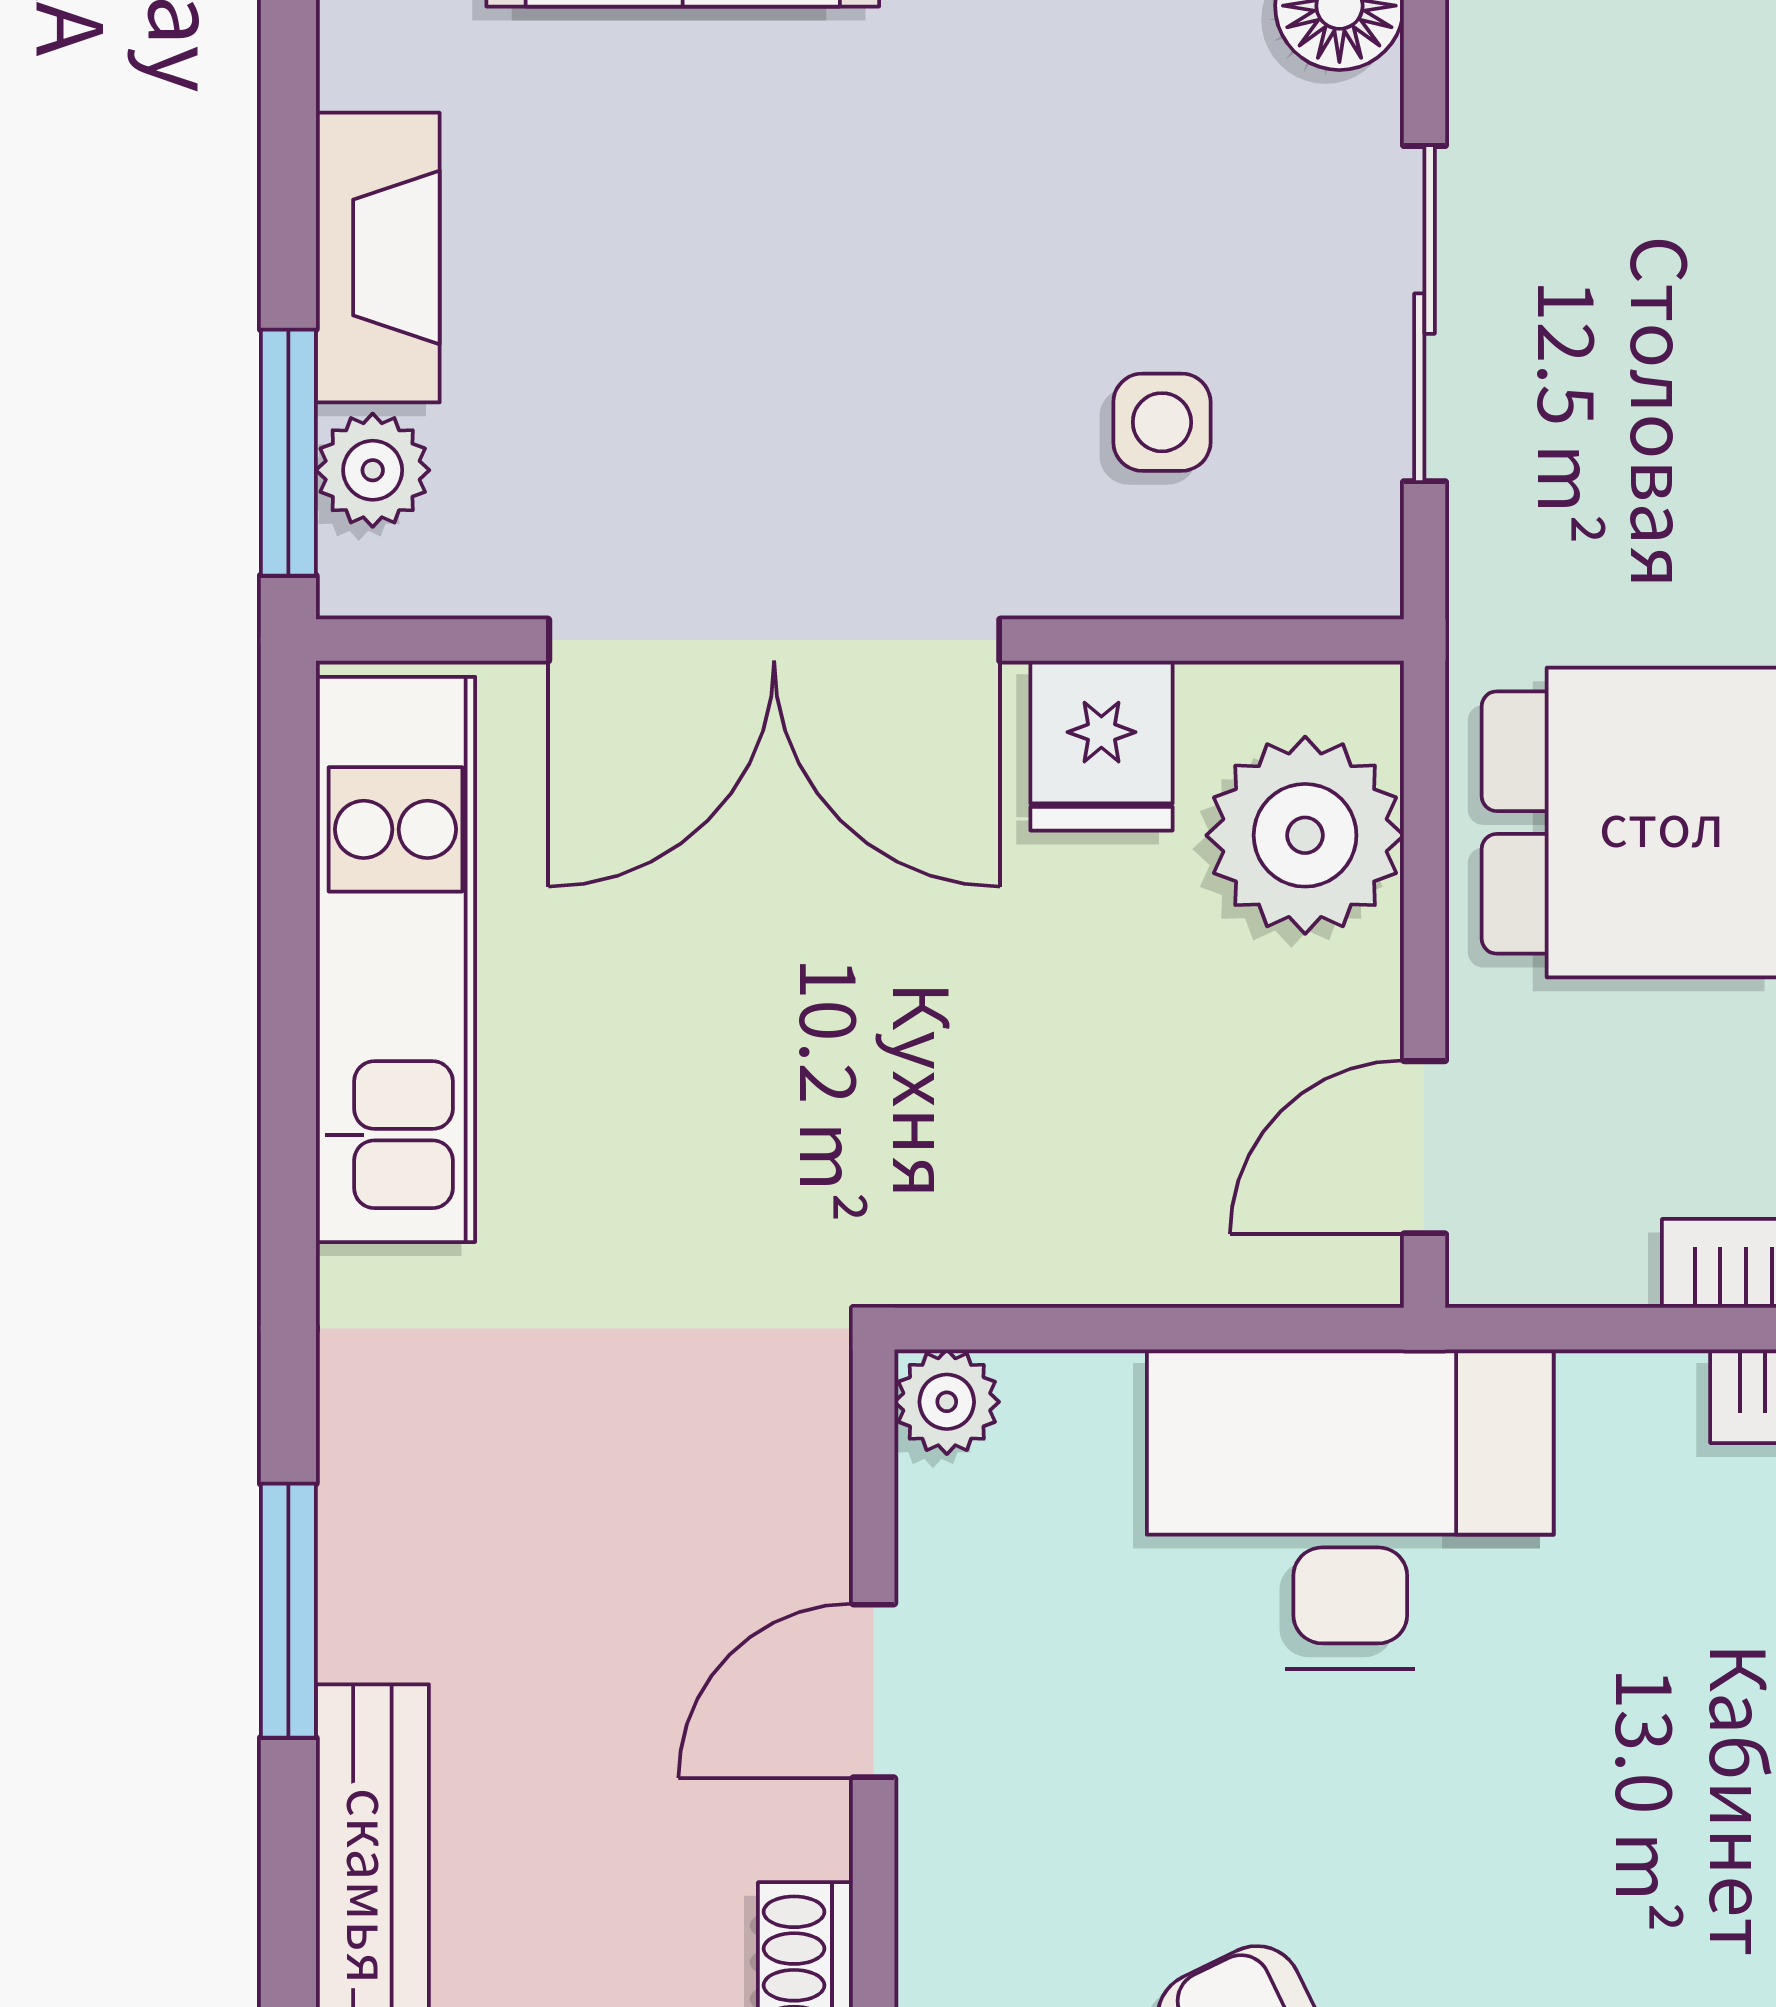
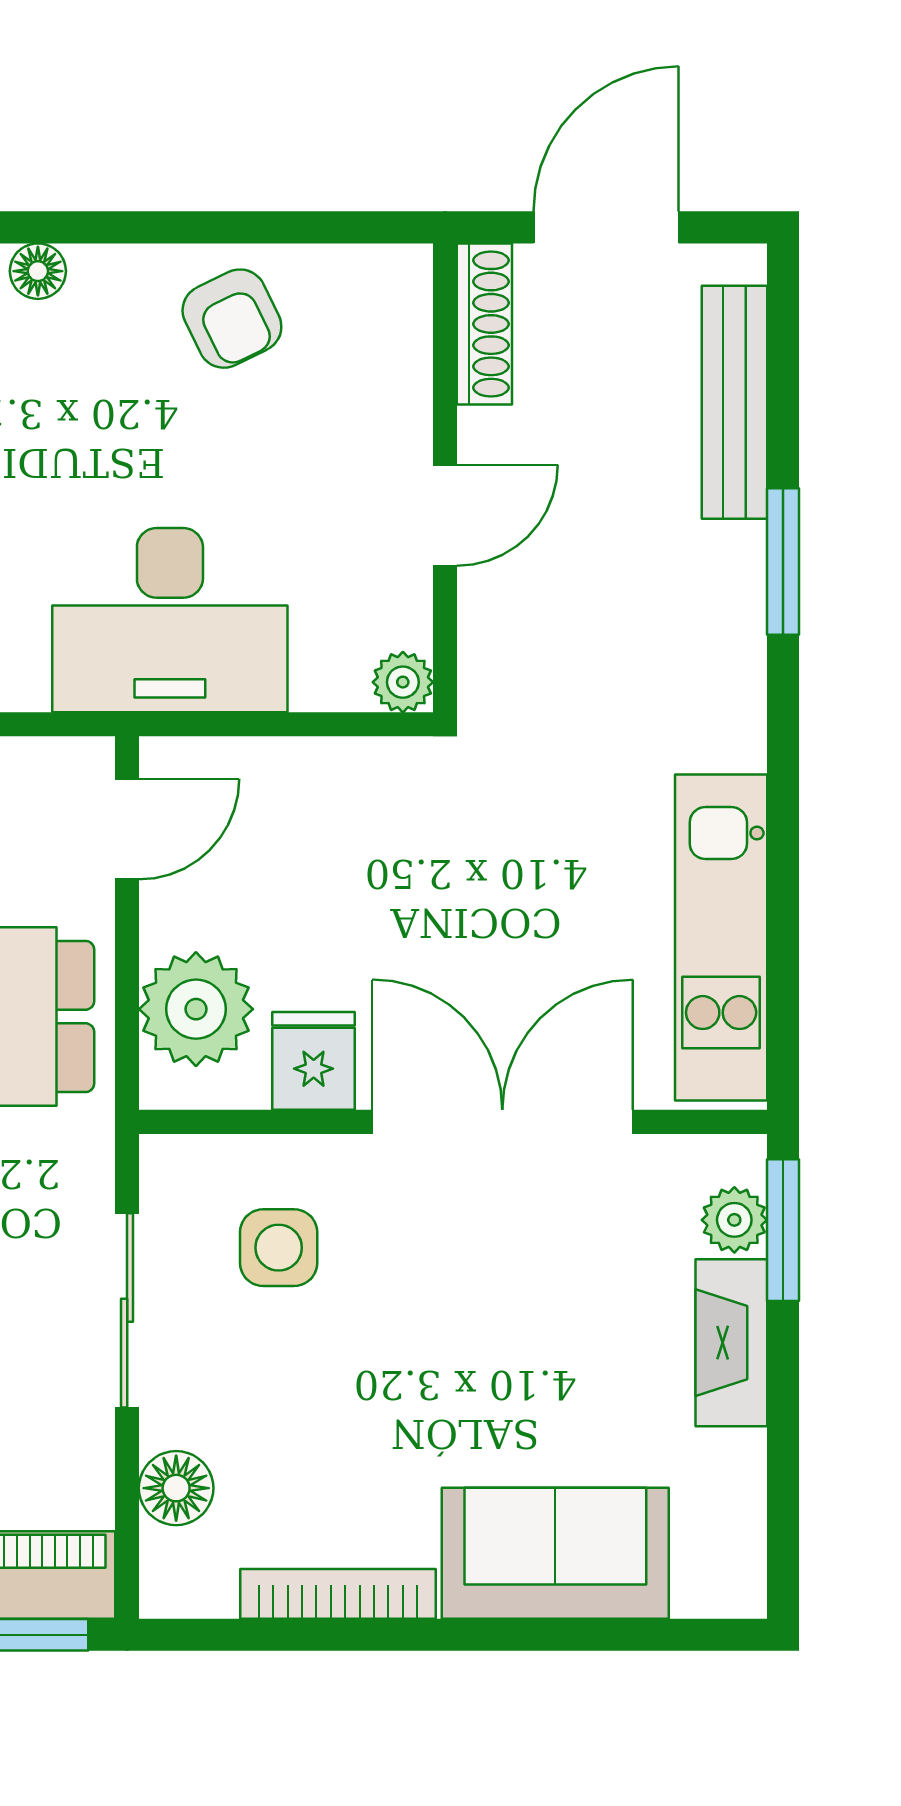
side table: (1162, 422) -> (279, 1248), width x1.37, depth x1.37

